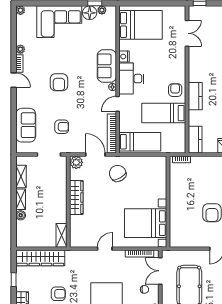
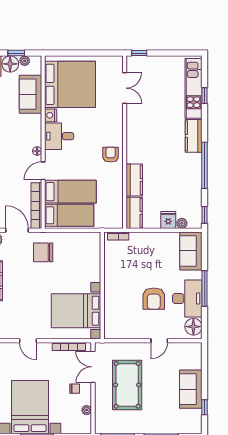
bed: (141, 25) -> (70, 84), width x1.36
sofa: (107, 66) -> (30, 94), moved
desk: (131, 79) -> (59, 136), width x0.73
kitchen counter: (195, 96) -> (134, 180), moved
bed: (164, 113) -> (70, 192), moved, turned 180
chair: (118, 173) -> (43, 252), turned -61
door: (105, 249) -> (28, 341), swing flipped

